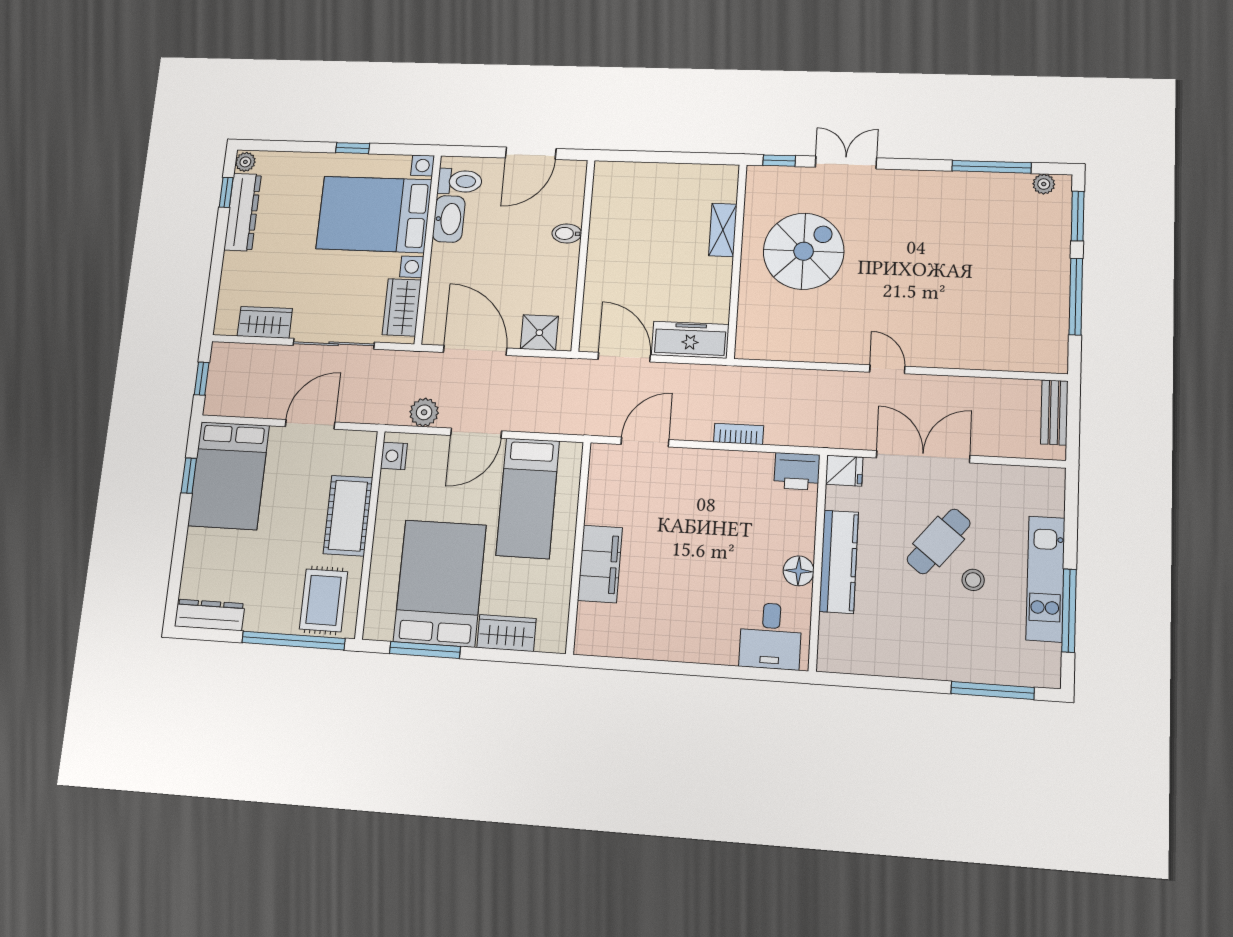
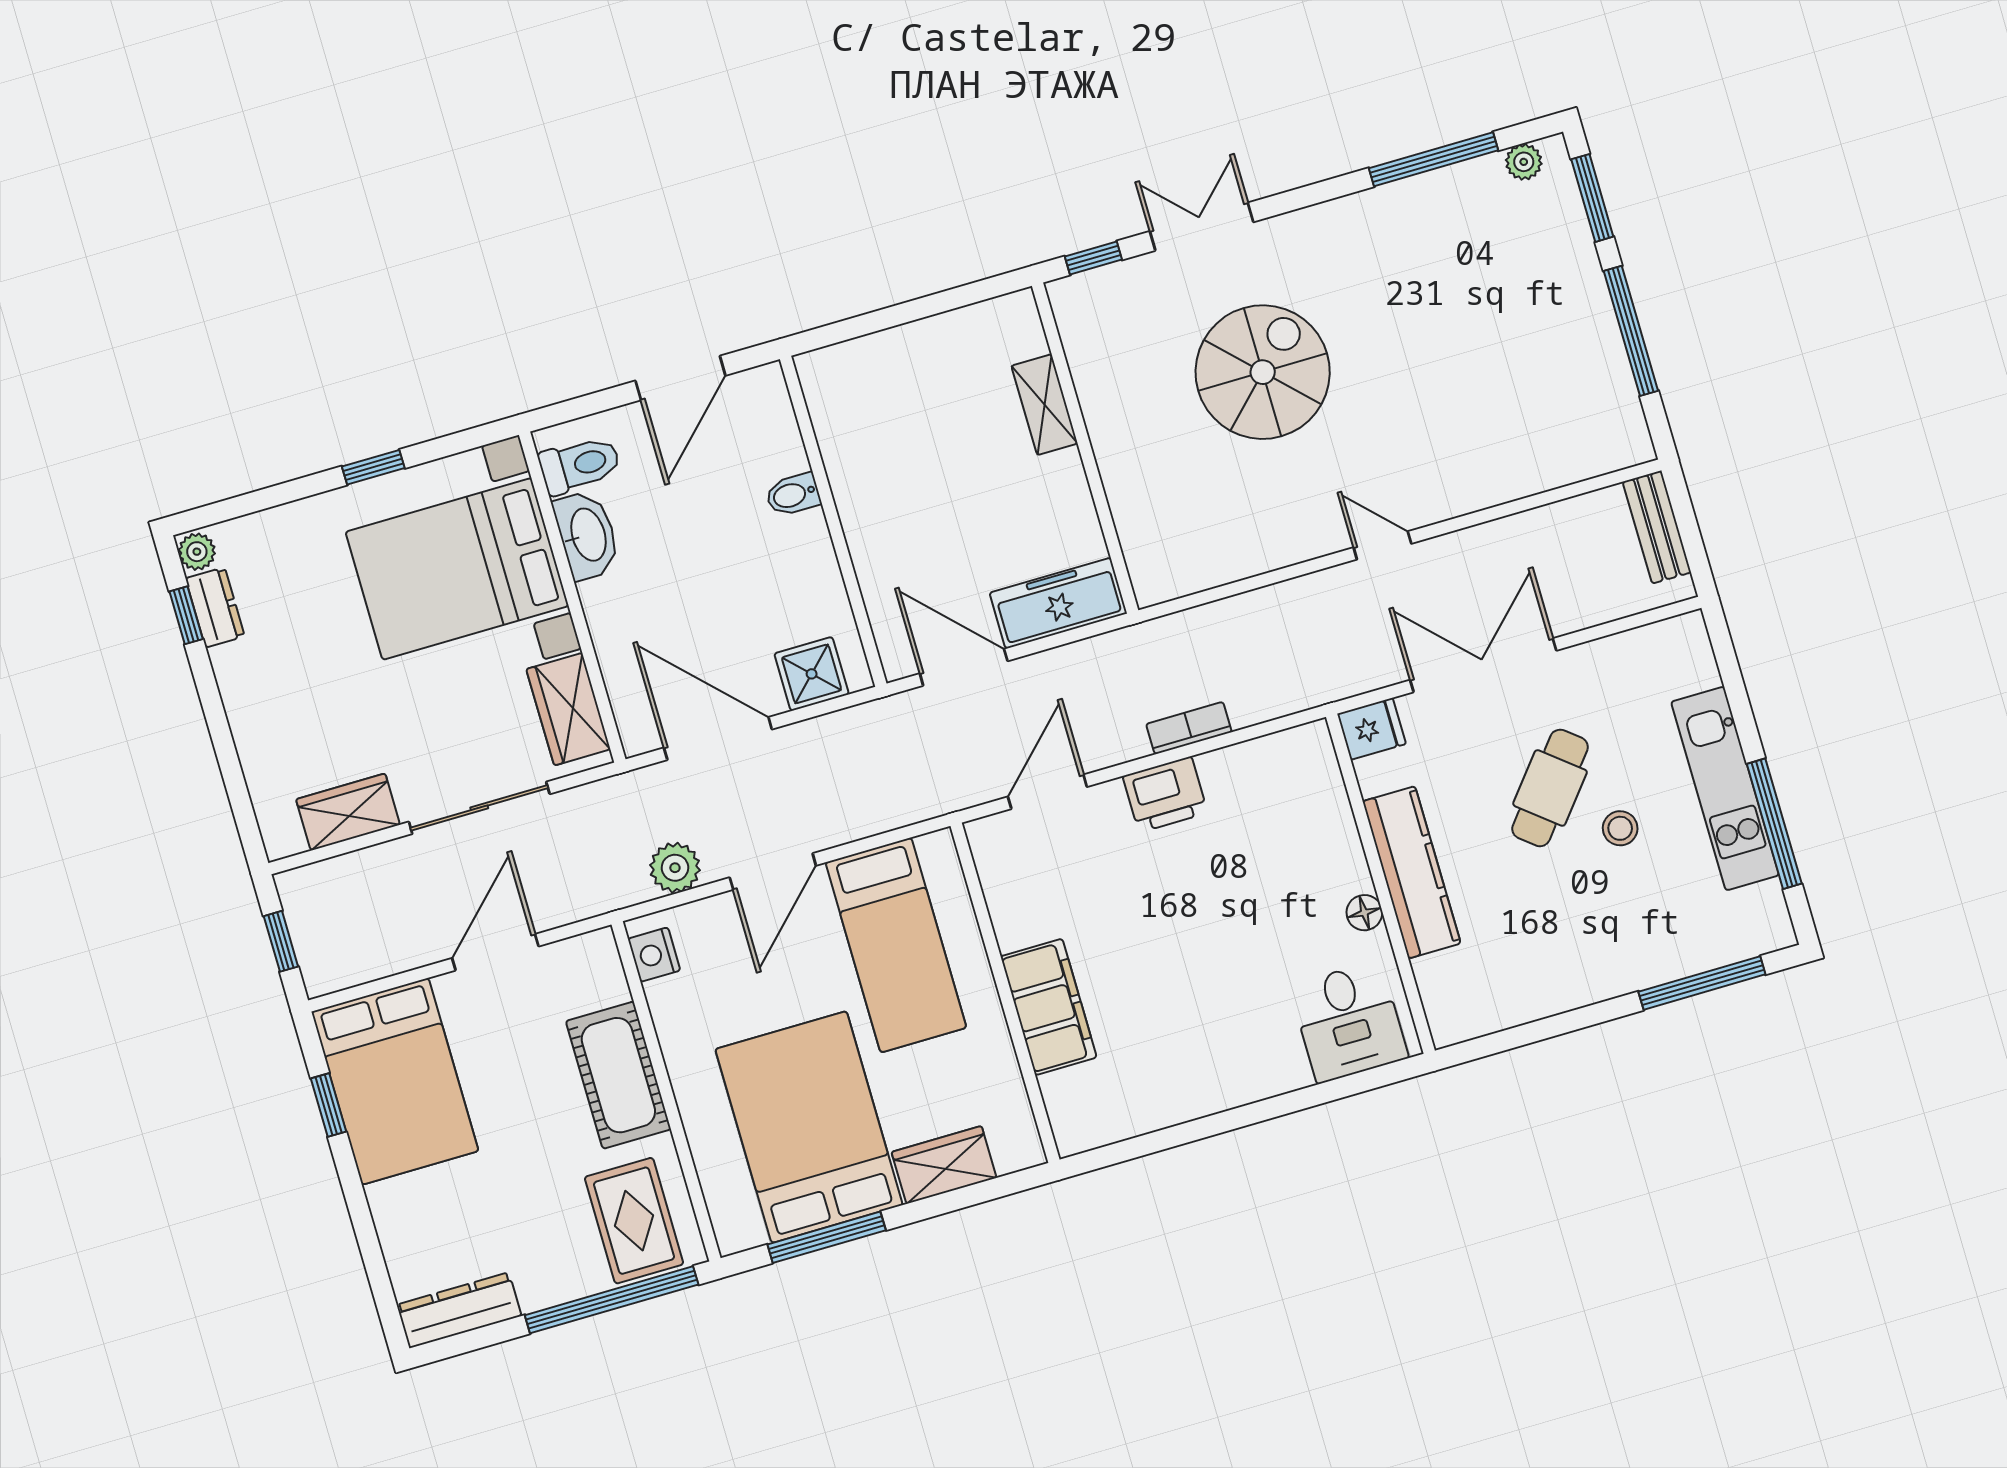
dresser: (243, 212) -> (215, 607), width x0.51, depth x0.80
spiral stairs: (804, 251) -> (1263, 372), moved
printer: (797, 471) -> (1165, 794), moved
floor lamp: (799, 571) -> (1364, 913), width x0.73, depth x0.73

